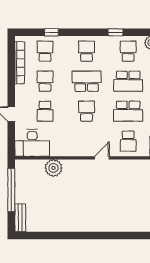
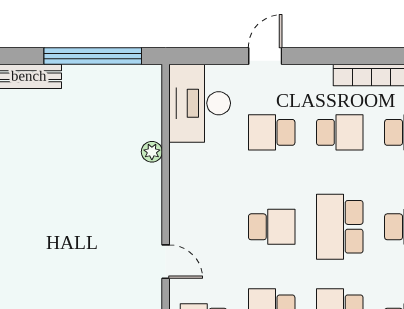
school desk: (87, 81) -> (340, 227), turned 180
plant: (53, 168) -> (152, 152), width x0.53, depth x0.53

